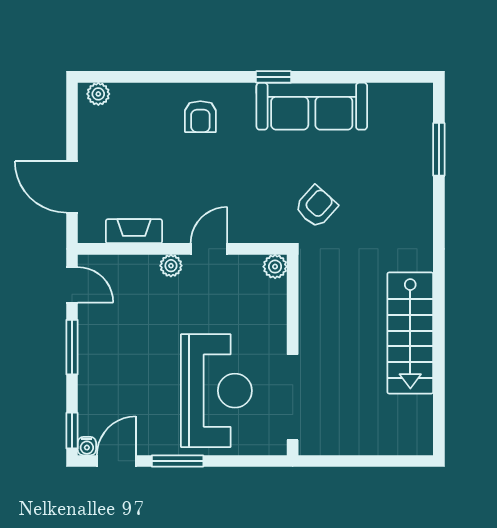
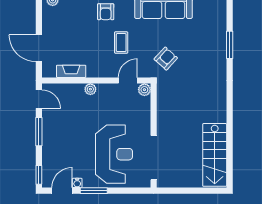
window: (439, 149) -> (230, 45), moved
coffee table: (230, 176) -> (121, 43), added
door: (209, 249) -> (128, 81), moved
stairs: (410, 333) -> (215, 155), moved
water cooler: (87, 446) -> (77, 183), moved

